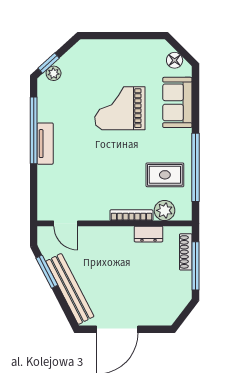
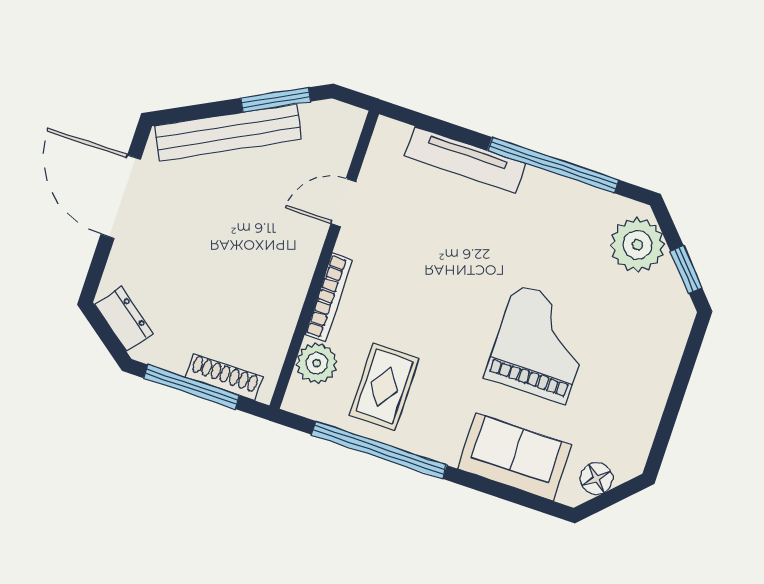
window: (49, 63) -> (686, 270), moved
plant: (54, 73) -> (637, 245), width x1.87, depth x1.87
tv unit: (45, 144) -> (465, 160), moved, width x1.41
door: (66, 223) -> (343, 203), moved
dresser: (149, 234) -> (124, 319), moved, turned 127

